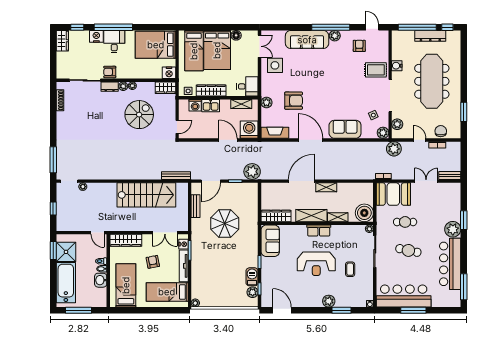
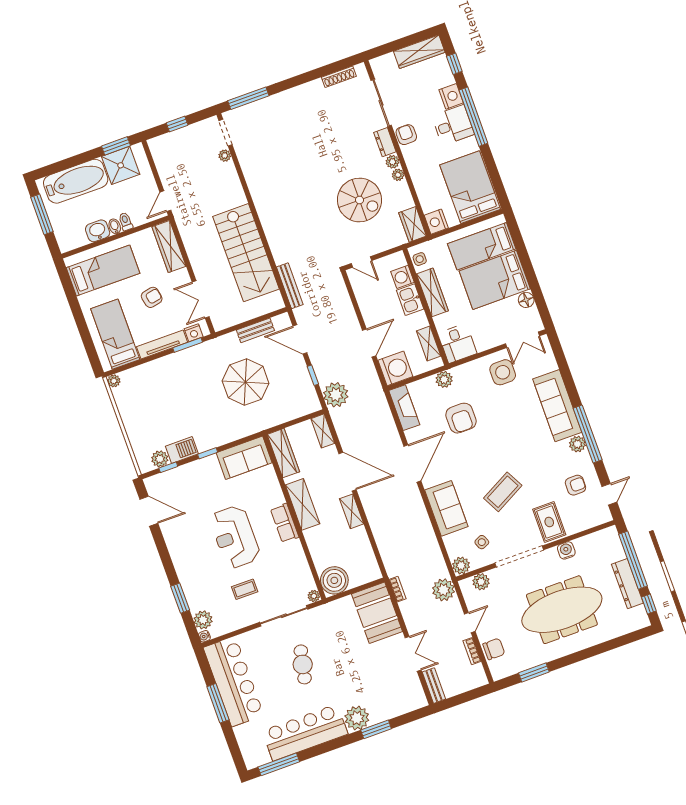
wardrobe: (62, 41) -> (419, 52), width x1.50
coffee table: (347, 91) -> (503, 492), added
shelving: (338, 217) -> (323, 431), moved
cafe table: (405, 222) -> (342, 645), removed
plant: (329, 301) -> (203, 620), moved
door: (282, 310) -> (149, 511), hinge flipped

